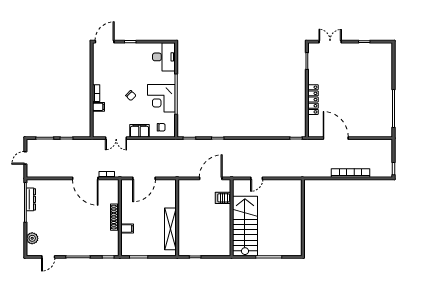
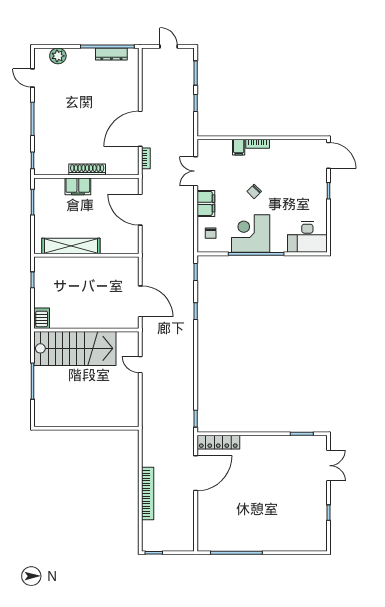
locker: (313, 100) -> (218, 442), moved
server rack: (223, 198) -> (42, 318), moved
filing cabinet: (127, 229) -> (78, 186), width x2.00

